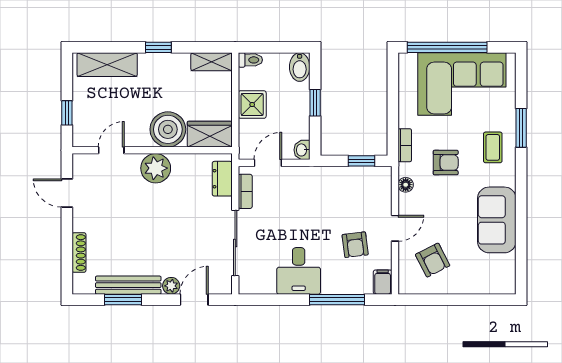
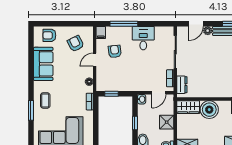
armchair: (446, 163) -> (49, 35), moved
plant: (156, 168) -> (215, 90), removed

